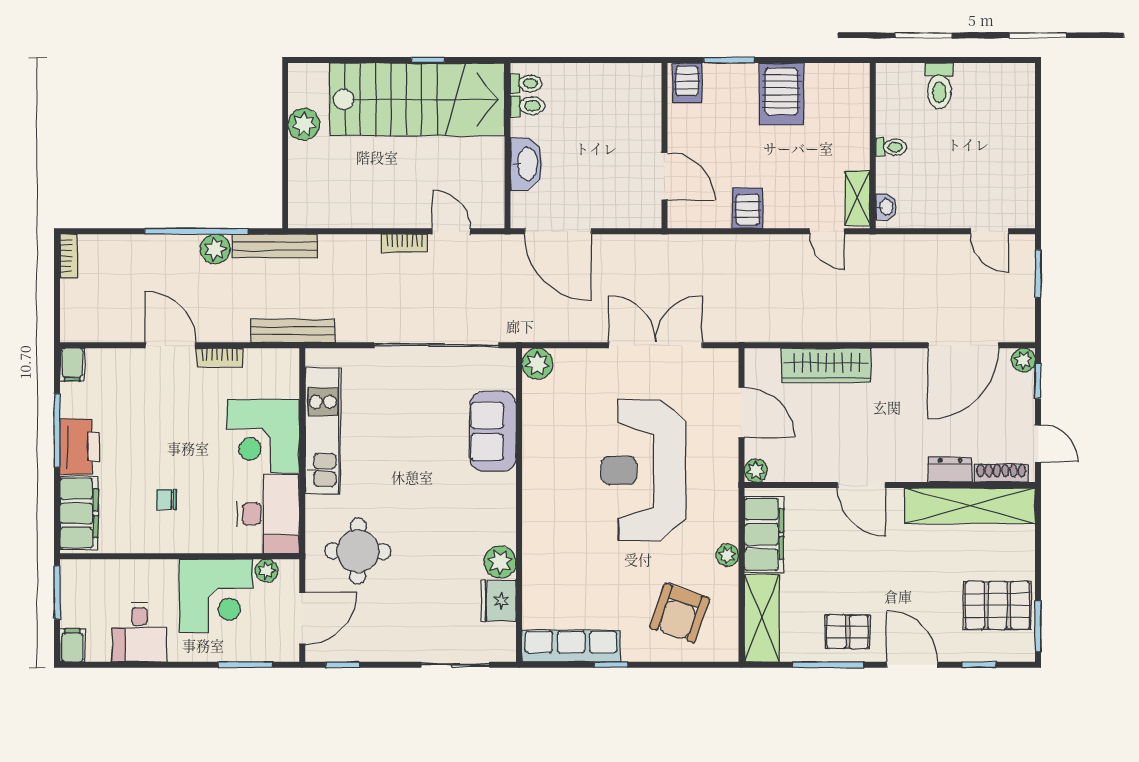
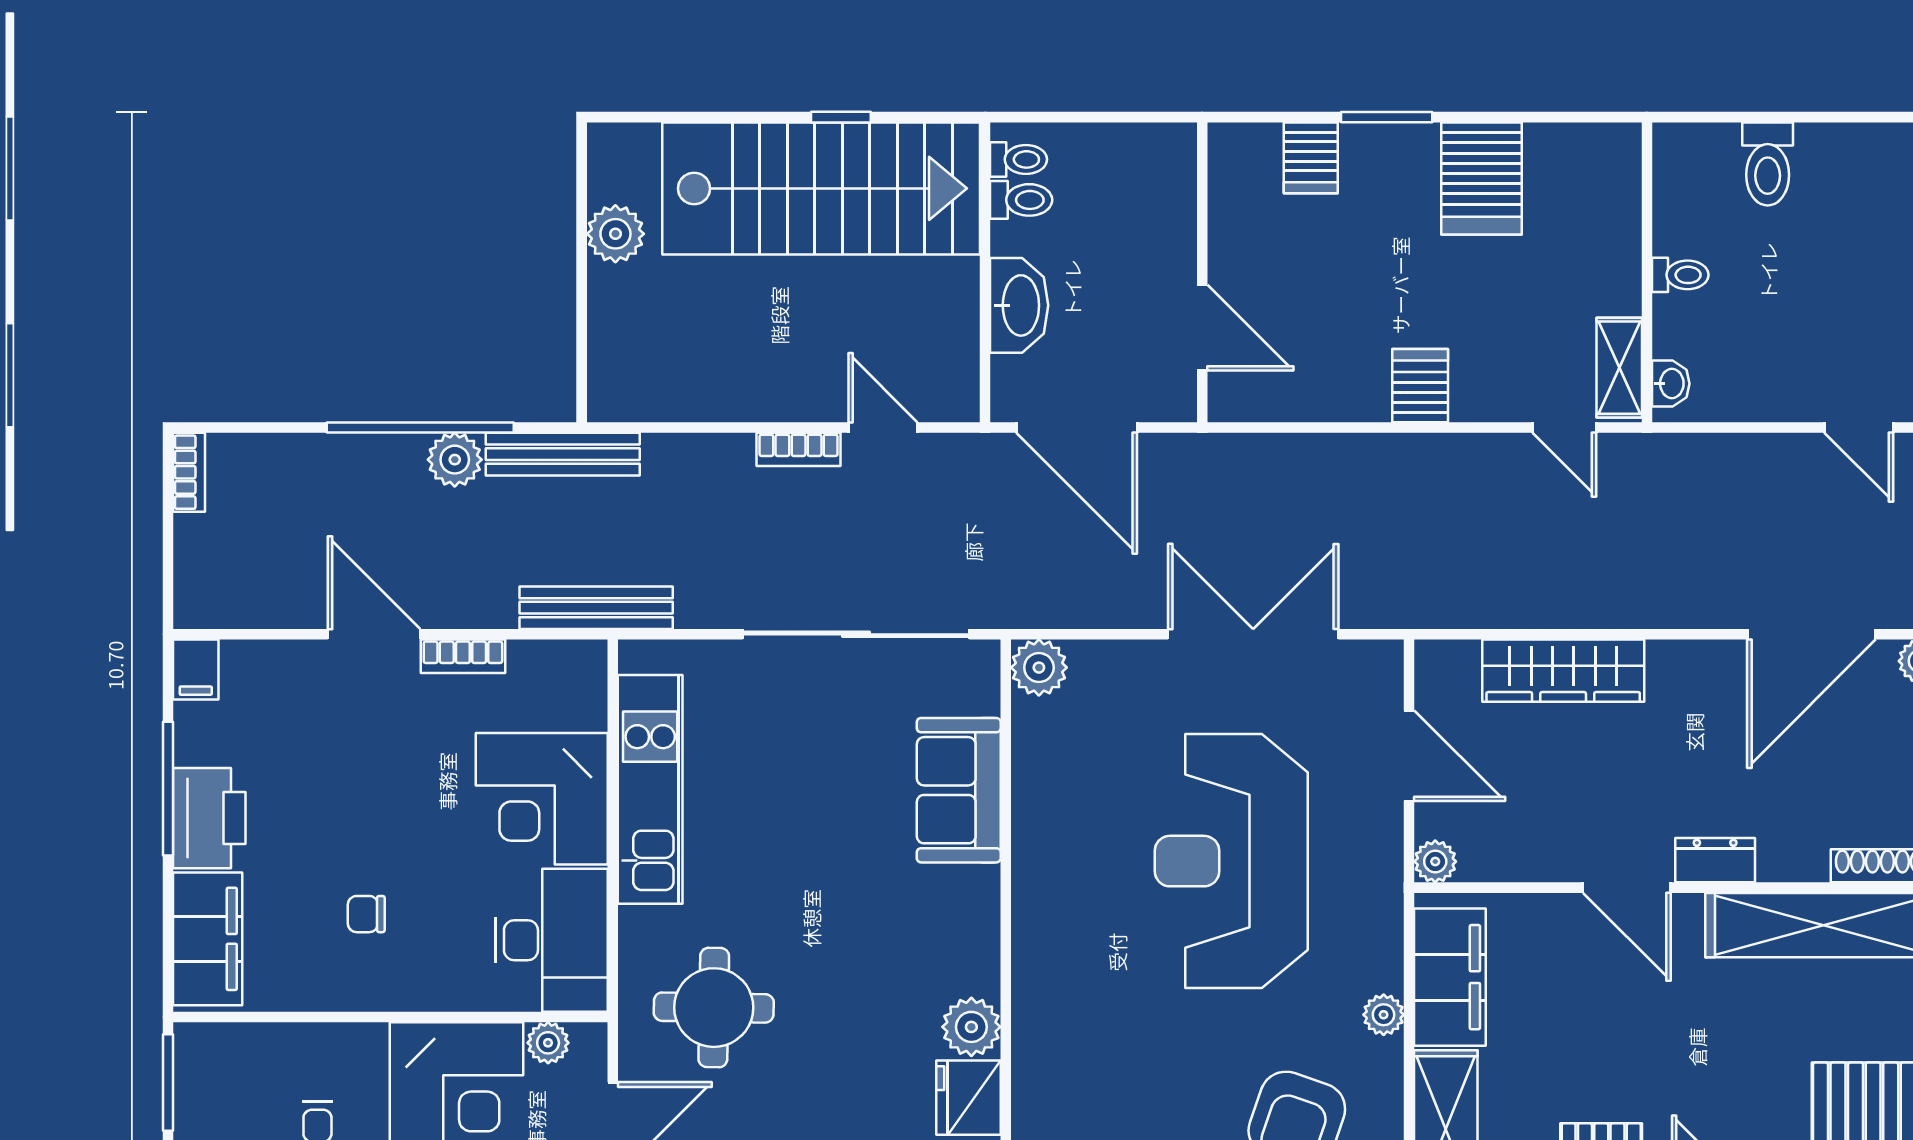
wall: (664, 146) -> (1202, 272), moved
door: (664, 176) -> (1202, 328), moved
dresser: (950, 470) -> (1715, 860), moved

